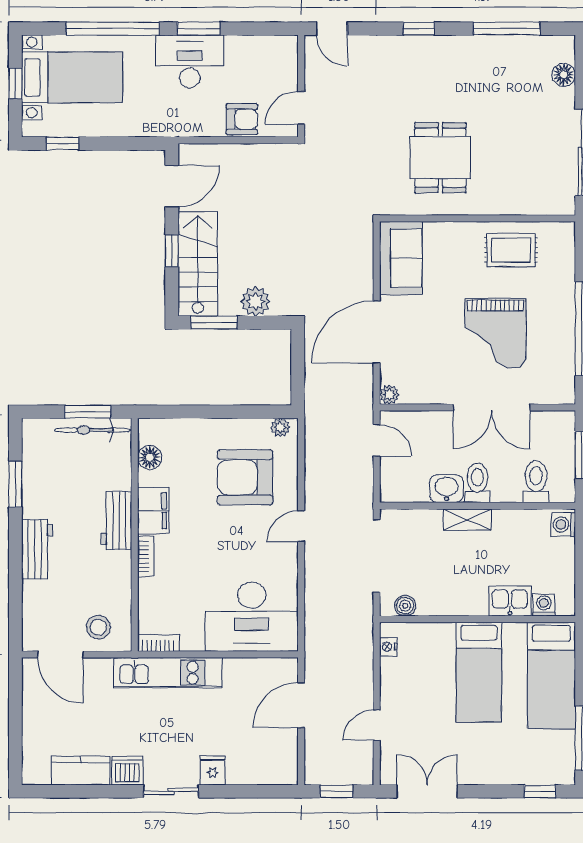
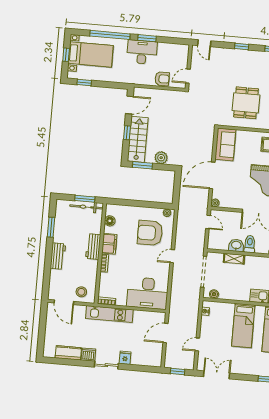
shelving: (467, 519) -> (234, 259), moved

